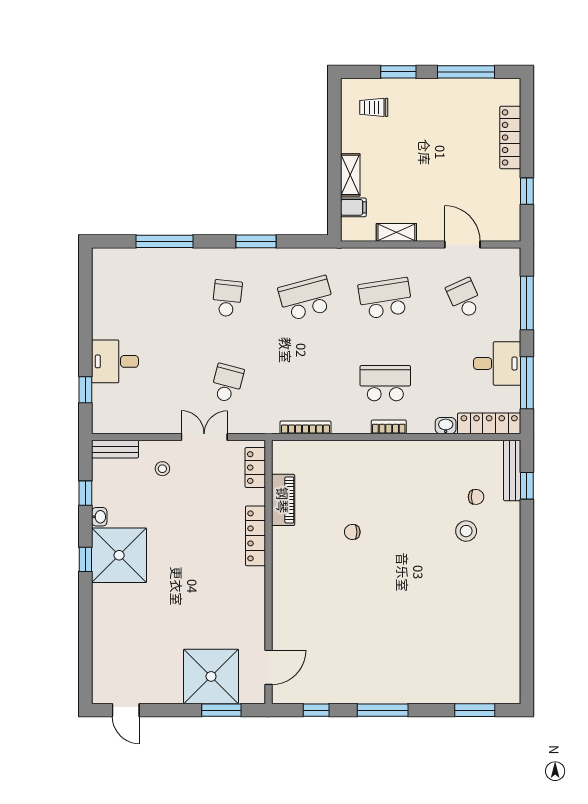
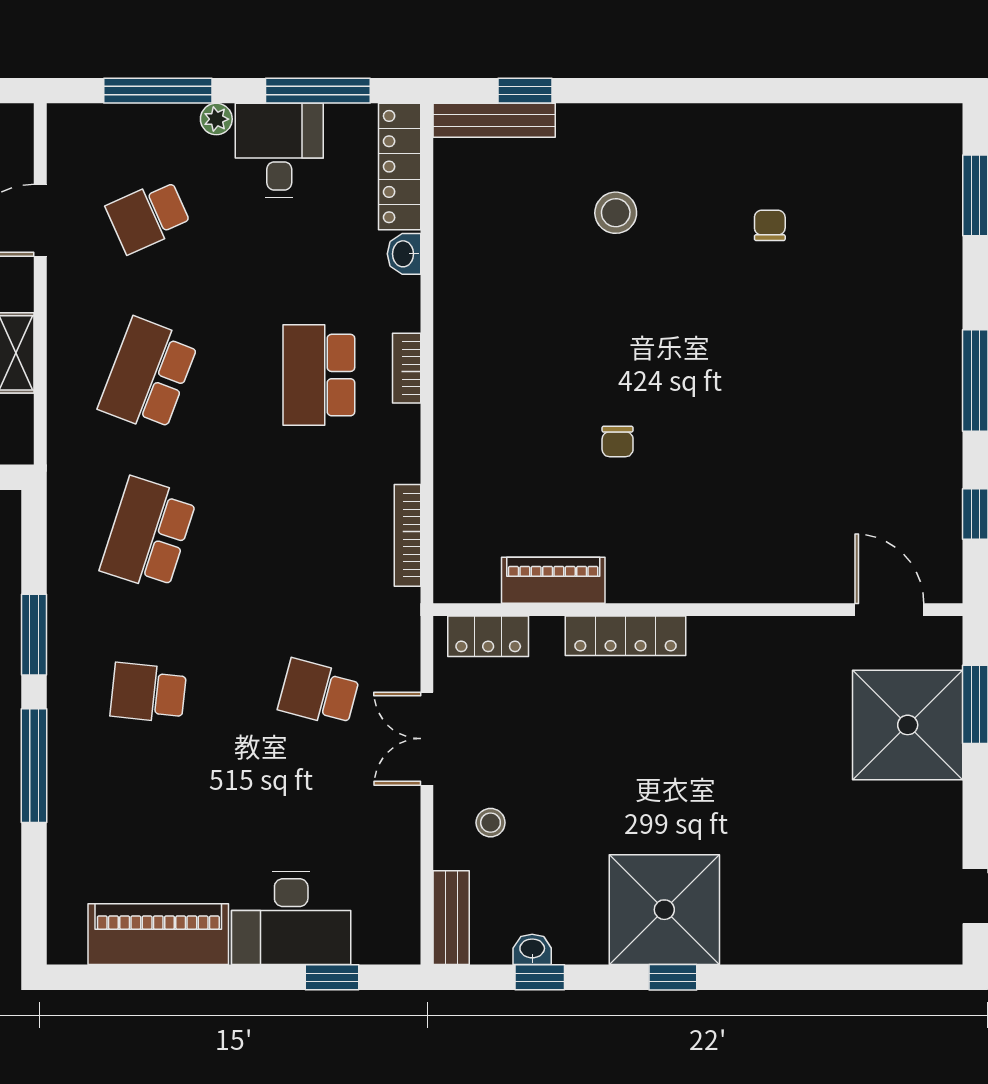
window: (164, 241) -> (34, 766), moved
school desk: (306, 298) -> (148, 534), turned 33
school desk: (385, 298) -> (148, 375), turned 30
piano: (107, 303) -> (158, 934), added
plant: (513, 332) -> (216, 119), added
desk: (115, 361) -> (291, 918), width x1.37
chair: (476, 497) -> (770, 225), moved
washbasin: (99, 517) -> (532, 949), moved

